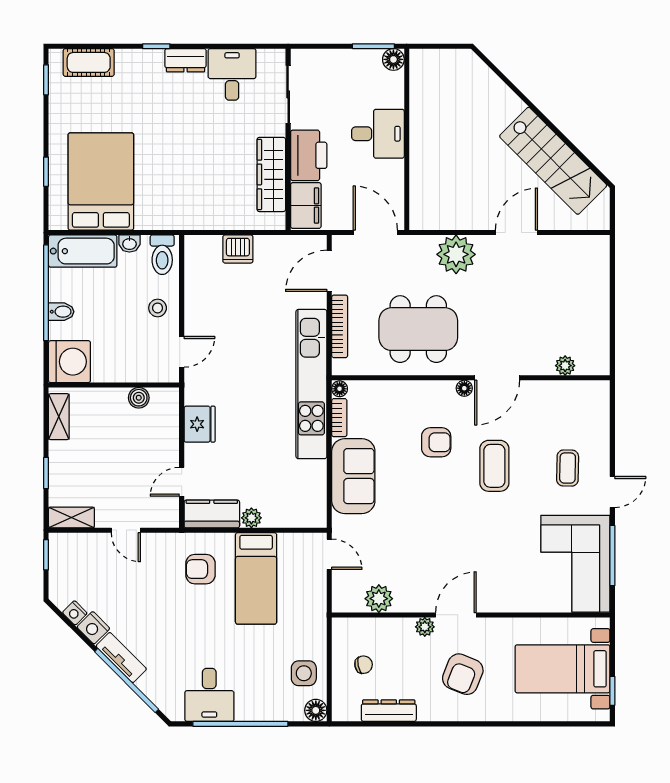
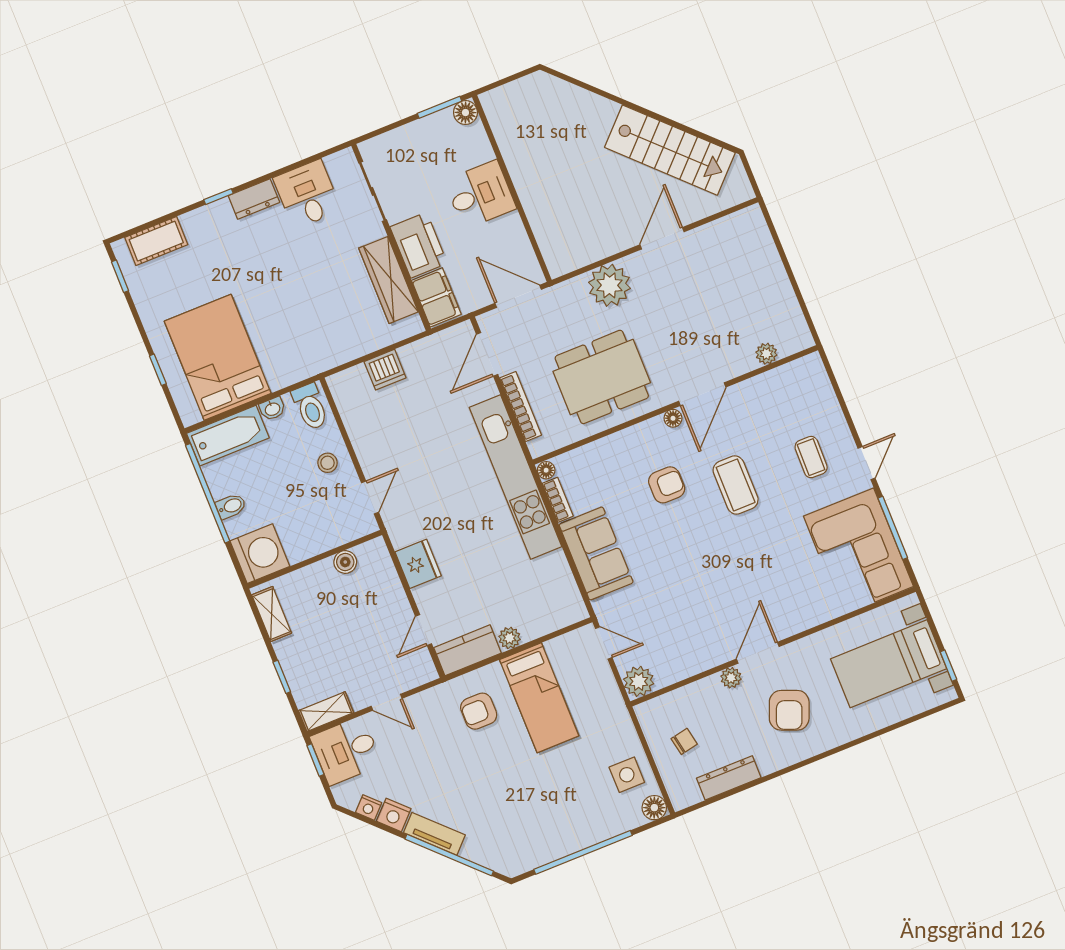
plant: (379, 599) -> (639, 681), moved
desk: (209, 695) -> (346, 751), moved, turned 90

